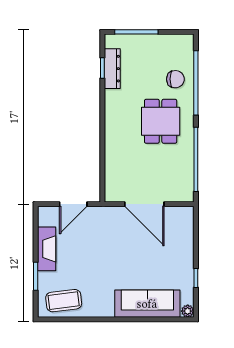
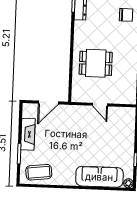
dining table: (161, 121) -> (96, 63), moved, turned 90
door: (144, 204) -> (100, 105), width x0.53

